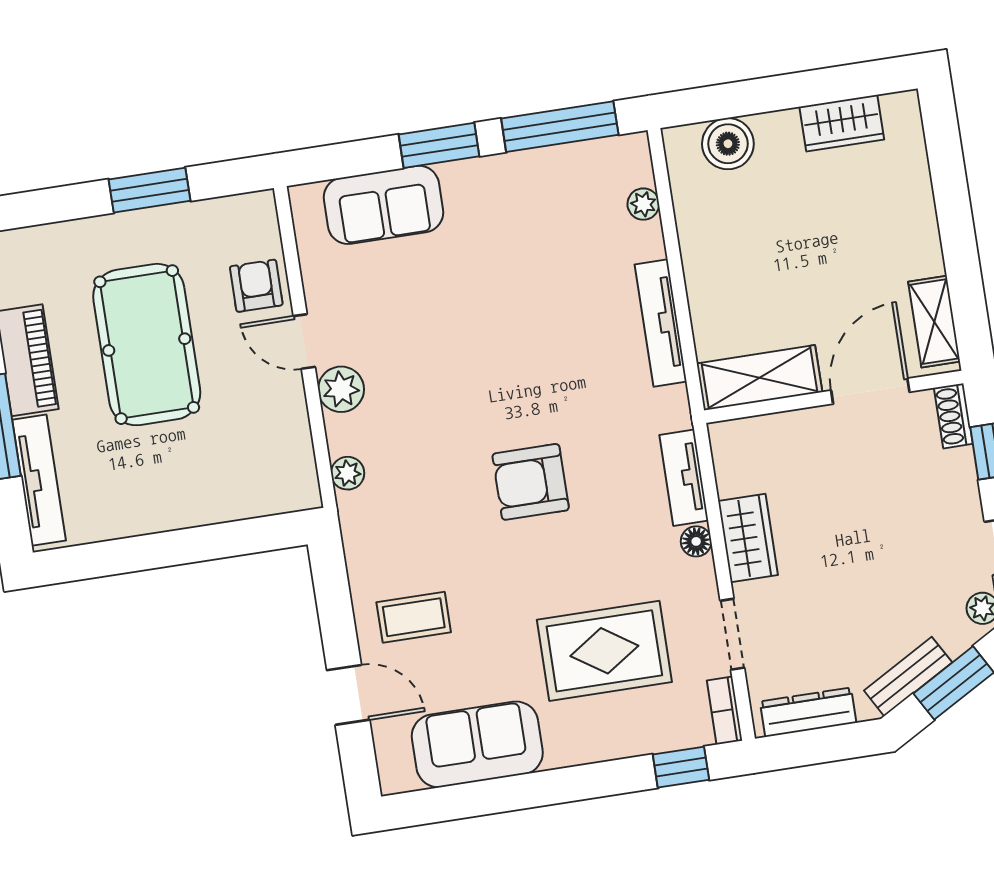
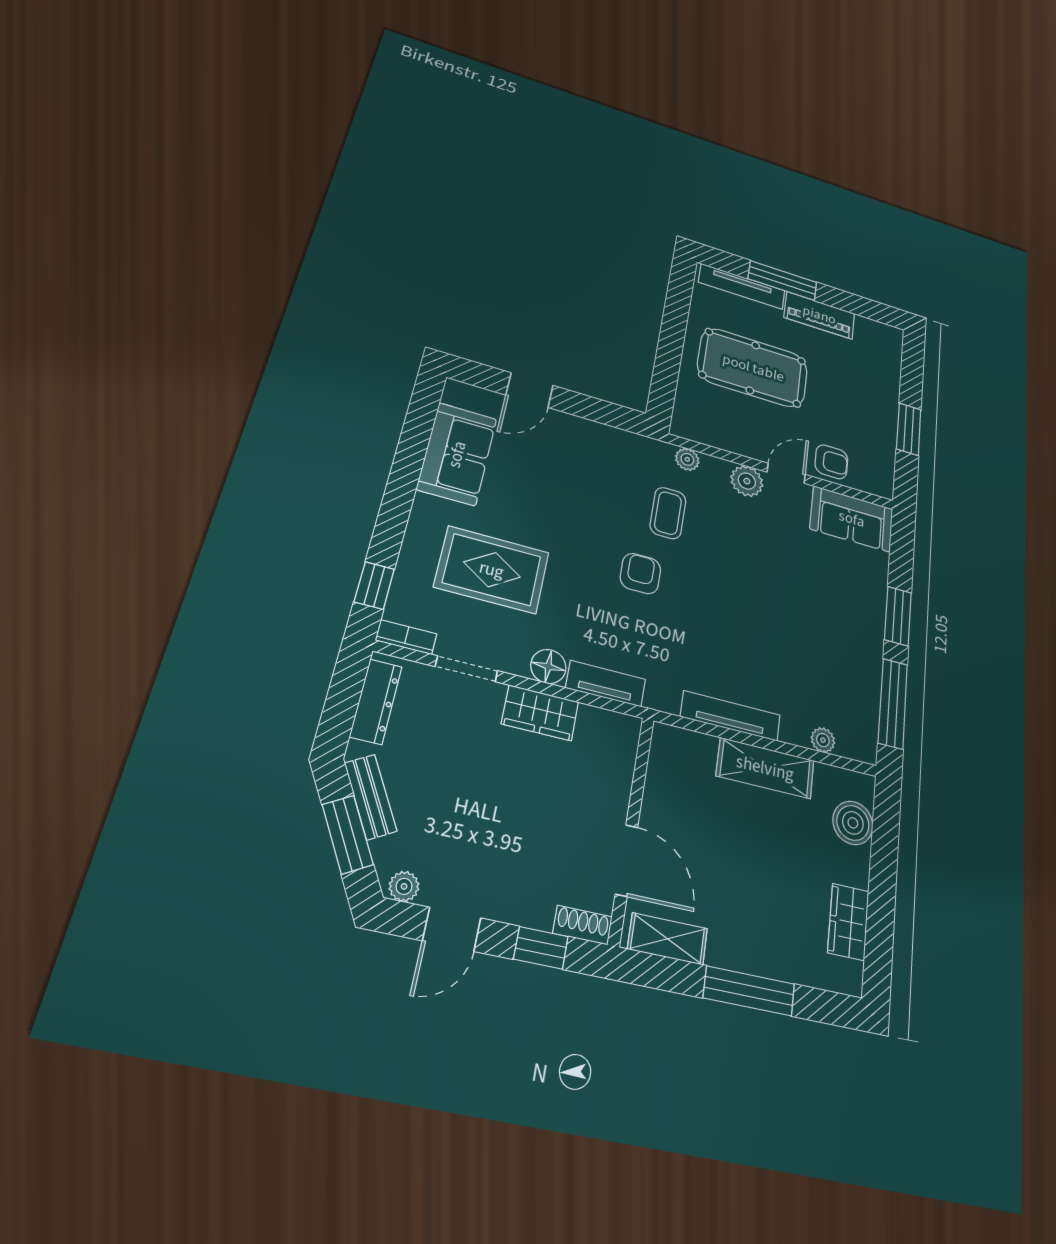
sofa: (383, 205) -> (852, 519), moved, turned -90
window: (955, 218) -> (749, 991), added
pool table: (147, 345) -> (753, 368), moved
shelving: (759, 378) -> (765, 768), moved, turned 90
armchair: (531, 482) -> (640, 574), width x0.72, depth x0.72
floor lamp: (696, 541) -> (548, 666), width x1.37, depth x1.37
coffee table: (414, 617) -> (668, 513), moved
rug: (604, 651) -> (492, 570), turned 90

